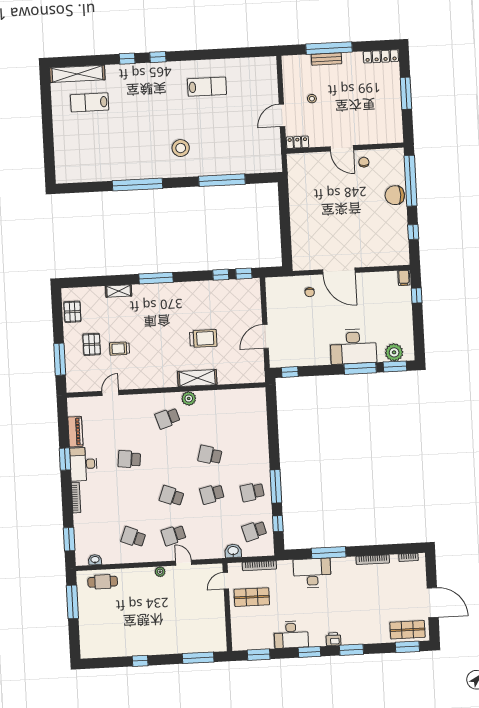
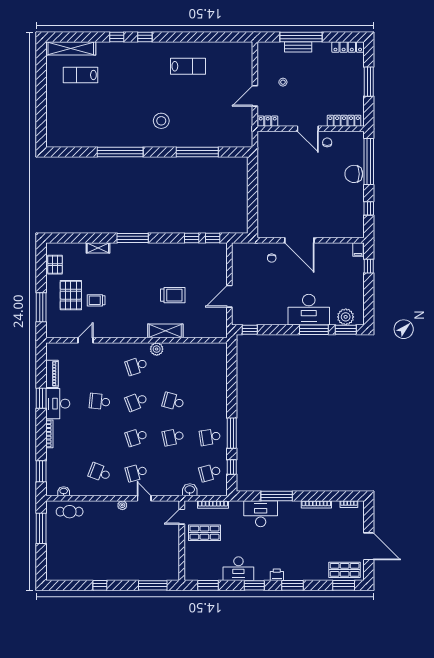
locker: (381, 137) -> (344, 121), added
pallet: (92, 344) -> (71, 295), width x1.50, depth x1.42
school desk: (170, 457) -> (136, 401), added
school desk: (172, 496) -> (136, 437), turned -39

